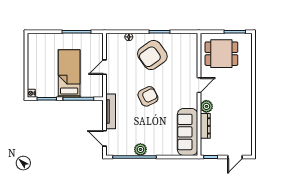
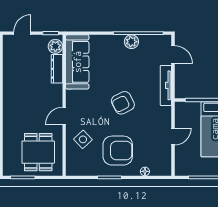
dining table: (221, 54) -> (38, 152), turned 90
armchair: (152, 55) -> (118, 151), turned 35
side table: (183, 65) -> (83, 139), added
plant: (206, 106) -> (55, 46), moved

